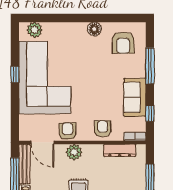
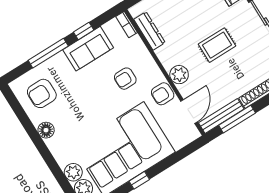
plant: (51, 30) -> (73, 172), added
armchair: (123, 43) -> (42, 93), turned 180
window: (150, 113) -> (84, 31), moved
armchair: (103, 129) -> (125, 79), moved

